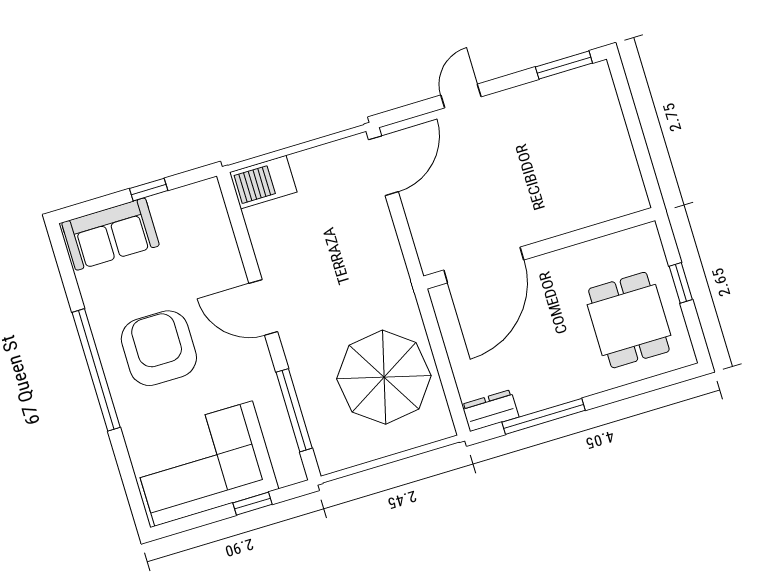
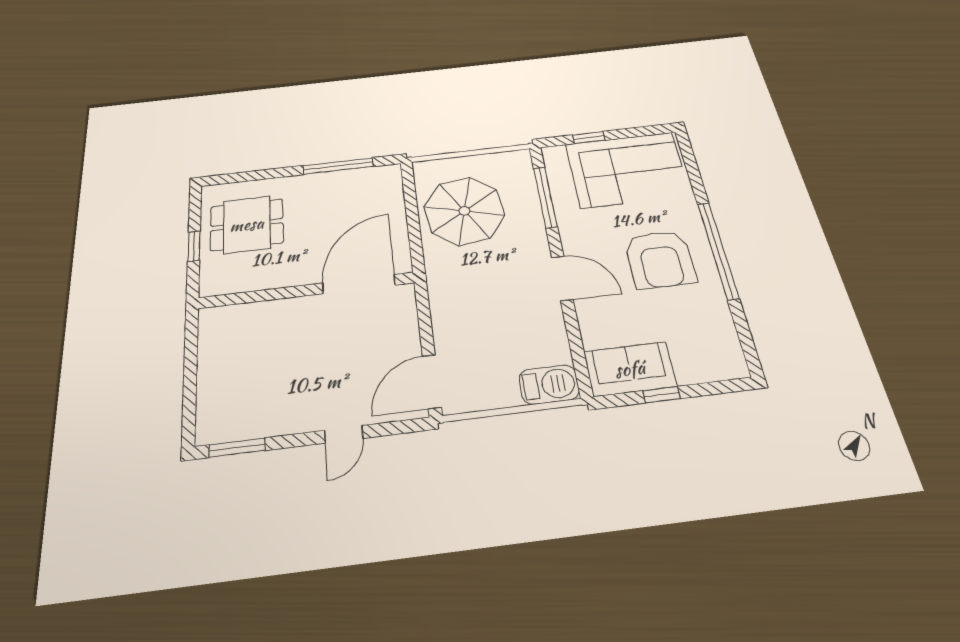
sofa: (110, 234) -> (630, 369), moved
dining table: (629, 320) -> (247, 225), turned 90
dresser: (490, 411) -> (381, 176), removed

